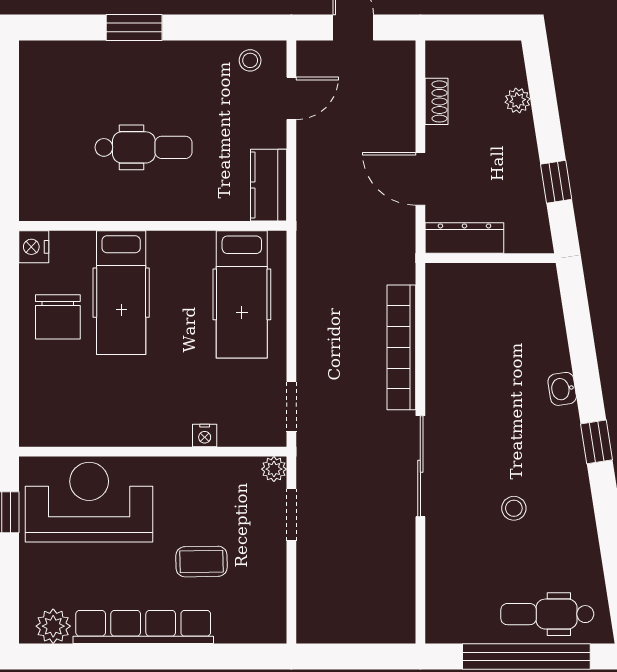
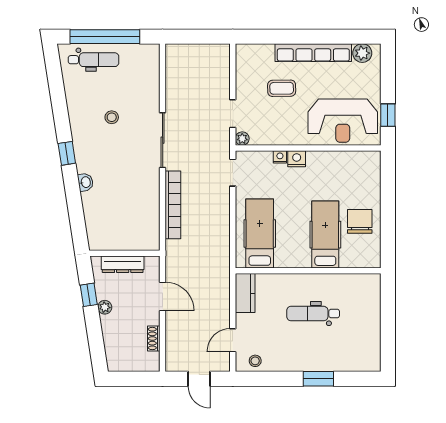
plant: (518, 101) -> (105, 307), moved
dresser: (464, 238) -> (123, 264), moved
nightstand: (34, 247) -> (297, 159), moved, turned -90

